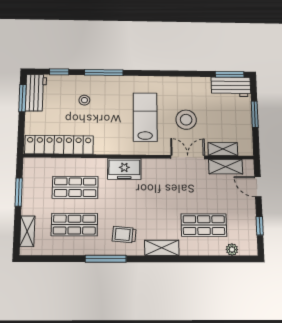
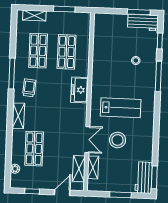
locker: (59, 145) -> (100, 40), removed

